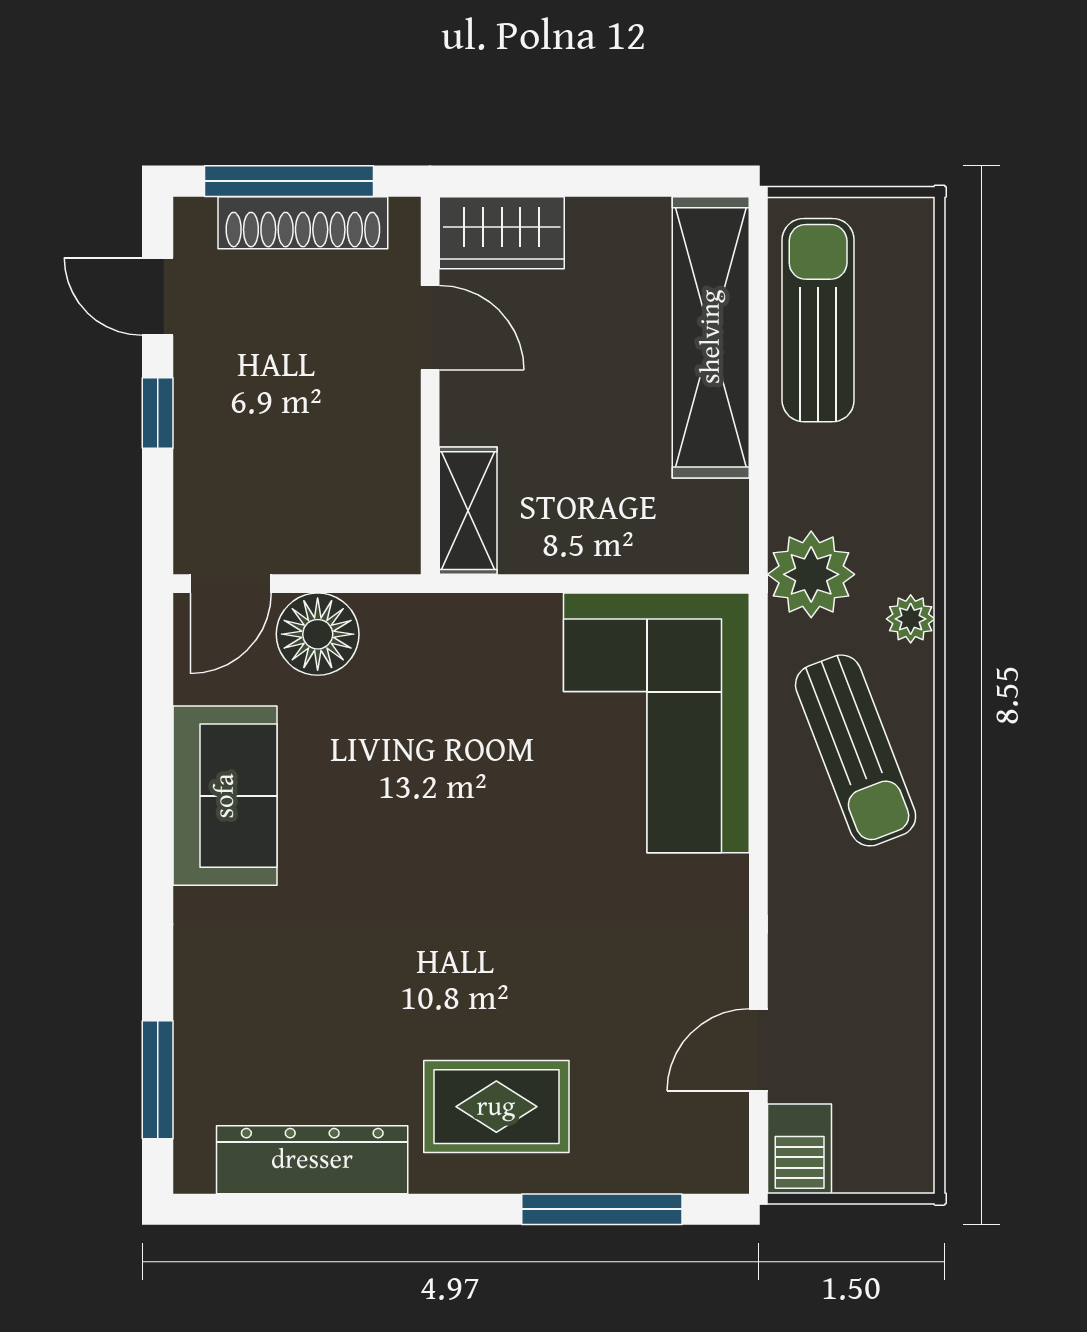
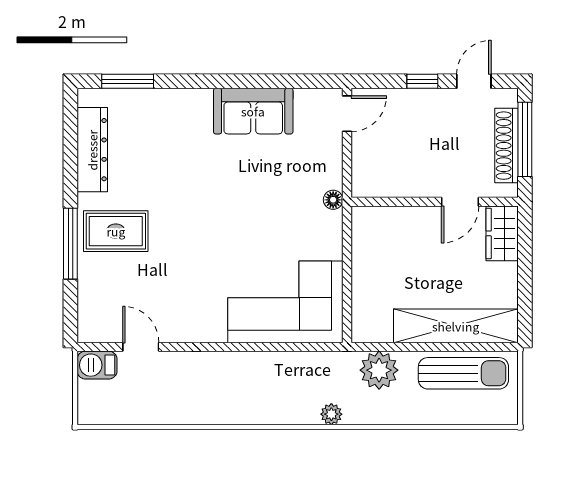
shelving: (468, 511) -> (379, 219), removed
plant: (811, 574) -> (379, 370), moved
door: (231, 584) -> (347, 114), swing flipped
floor lamp: (318, 634) -> (333, 200), moved, width x0.53, depth x0.53
sun lounger: (856, 750) -> (273, 390), removed
rug: (496, 1107) -> (116, 231), turned 90
window: (602, 1209) -> (70, 244), moved

